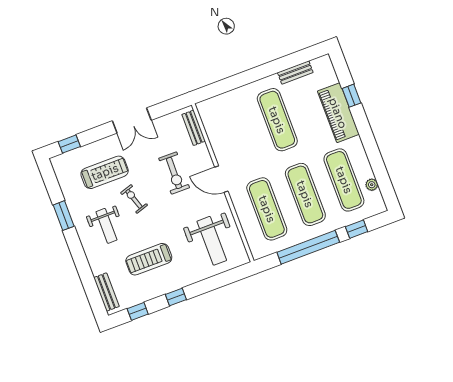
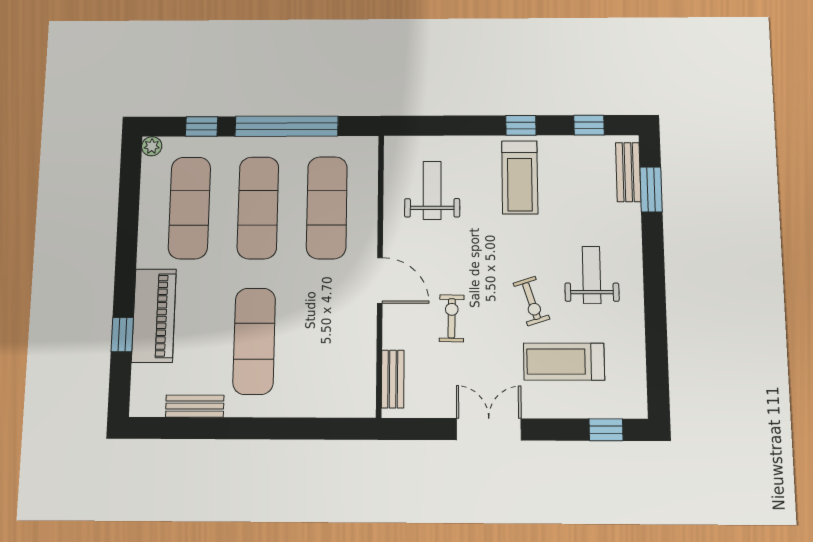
exercise bike: (174, 173) -> (452, 318), width x0.73, depth x0.72
plant: (372, 185) -> (152, 146), moved
window: (64, 216) -> (651, 189), moved
weight bench: (212, 241) -> (432, 190), width x0.73, depth x0.75
treadmill: (149, 259) -> (520, 177), moved, turned 90

